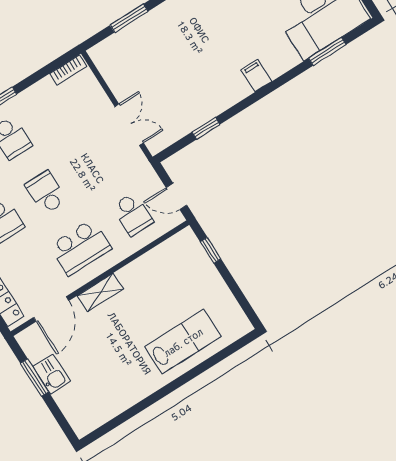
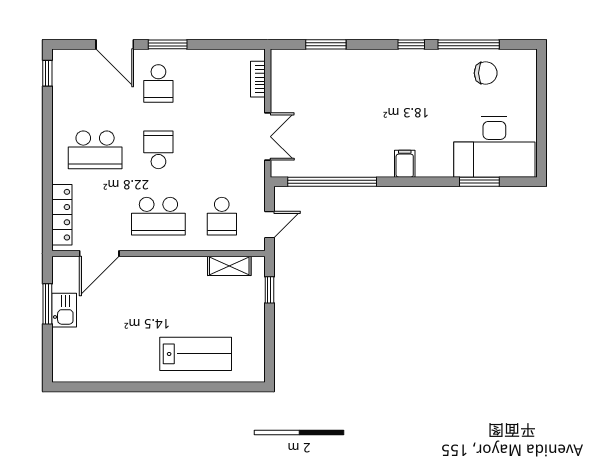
bookcase: (68, 70) -> (258, 79), moved, turned 90
window: (206, 128) -> (332, 182), width x3.17
door: (176, 196) -> (269, 225), swing flipped
shelving: (100, 292) -> (229, 266), moved

